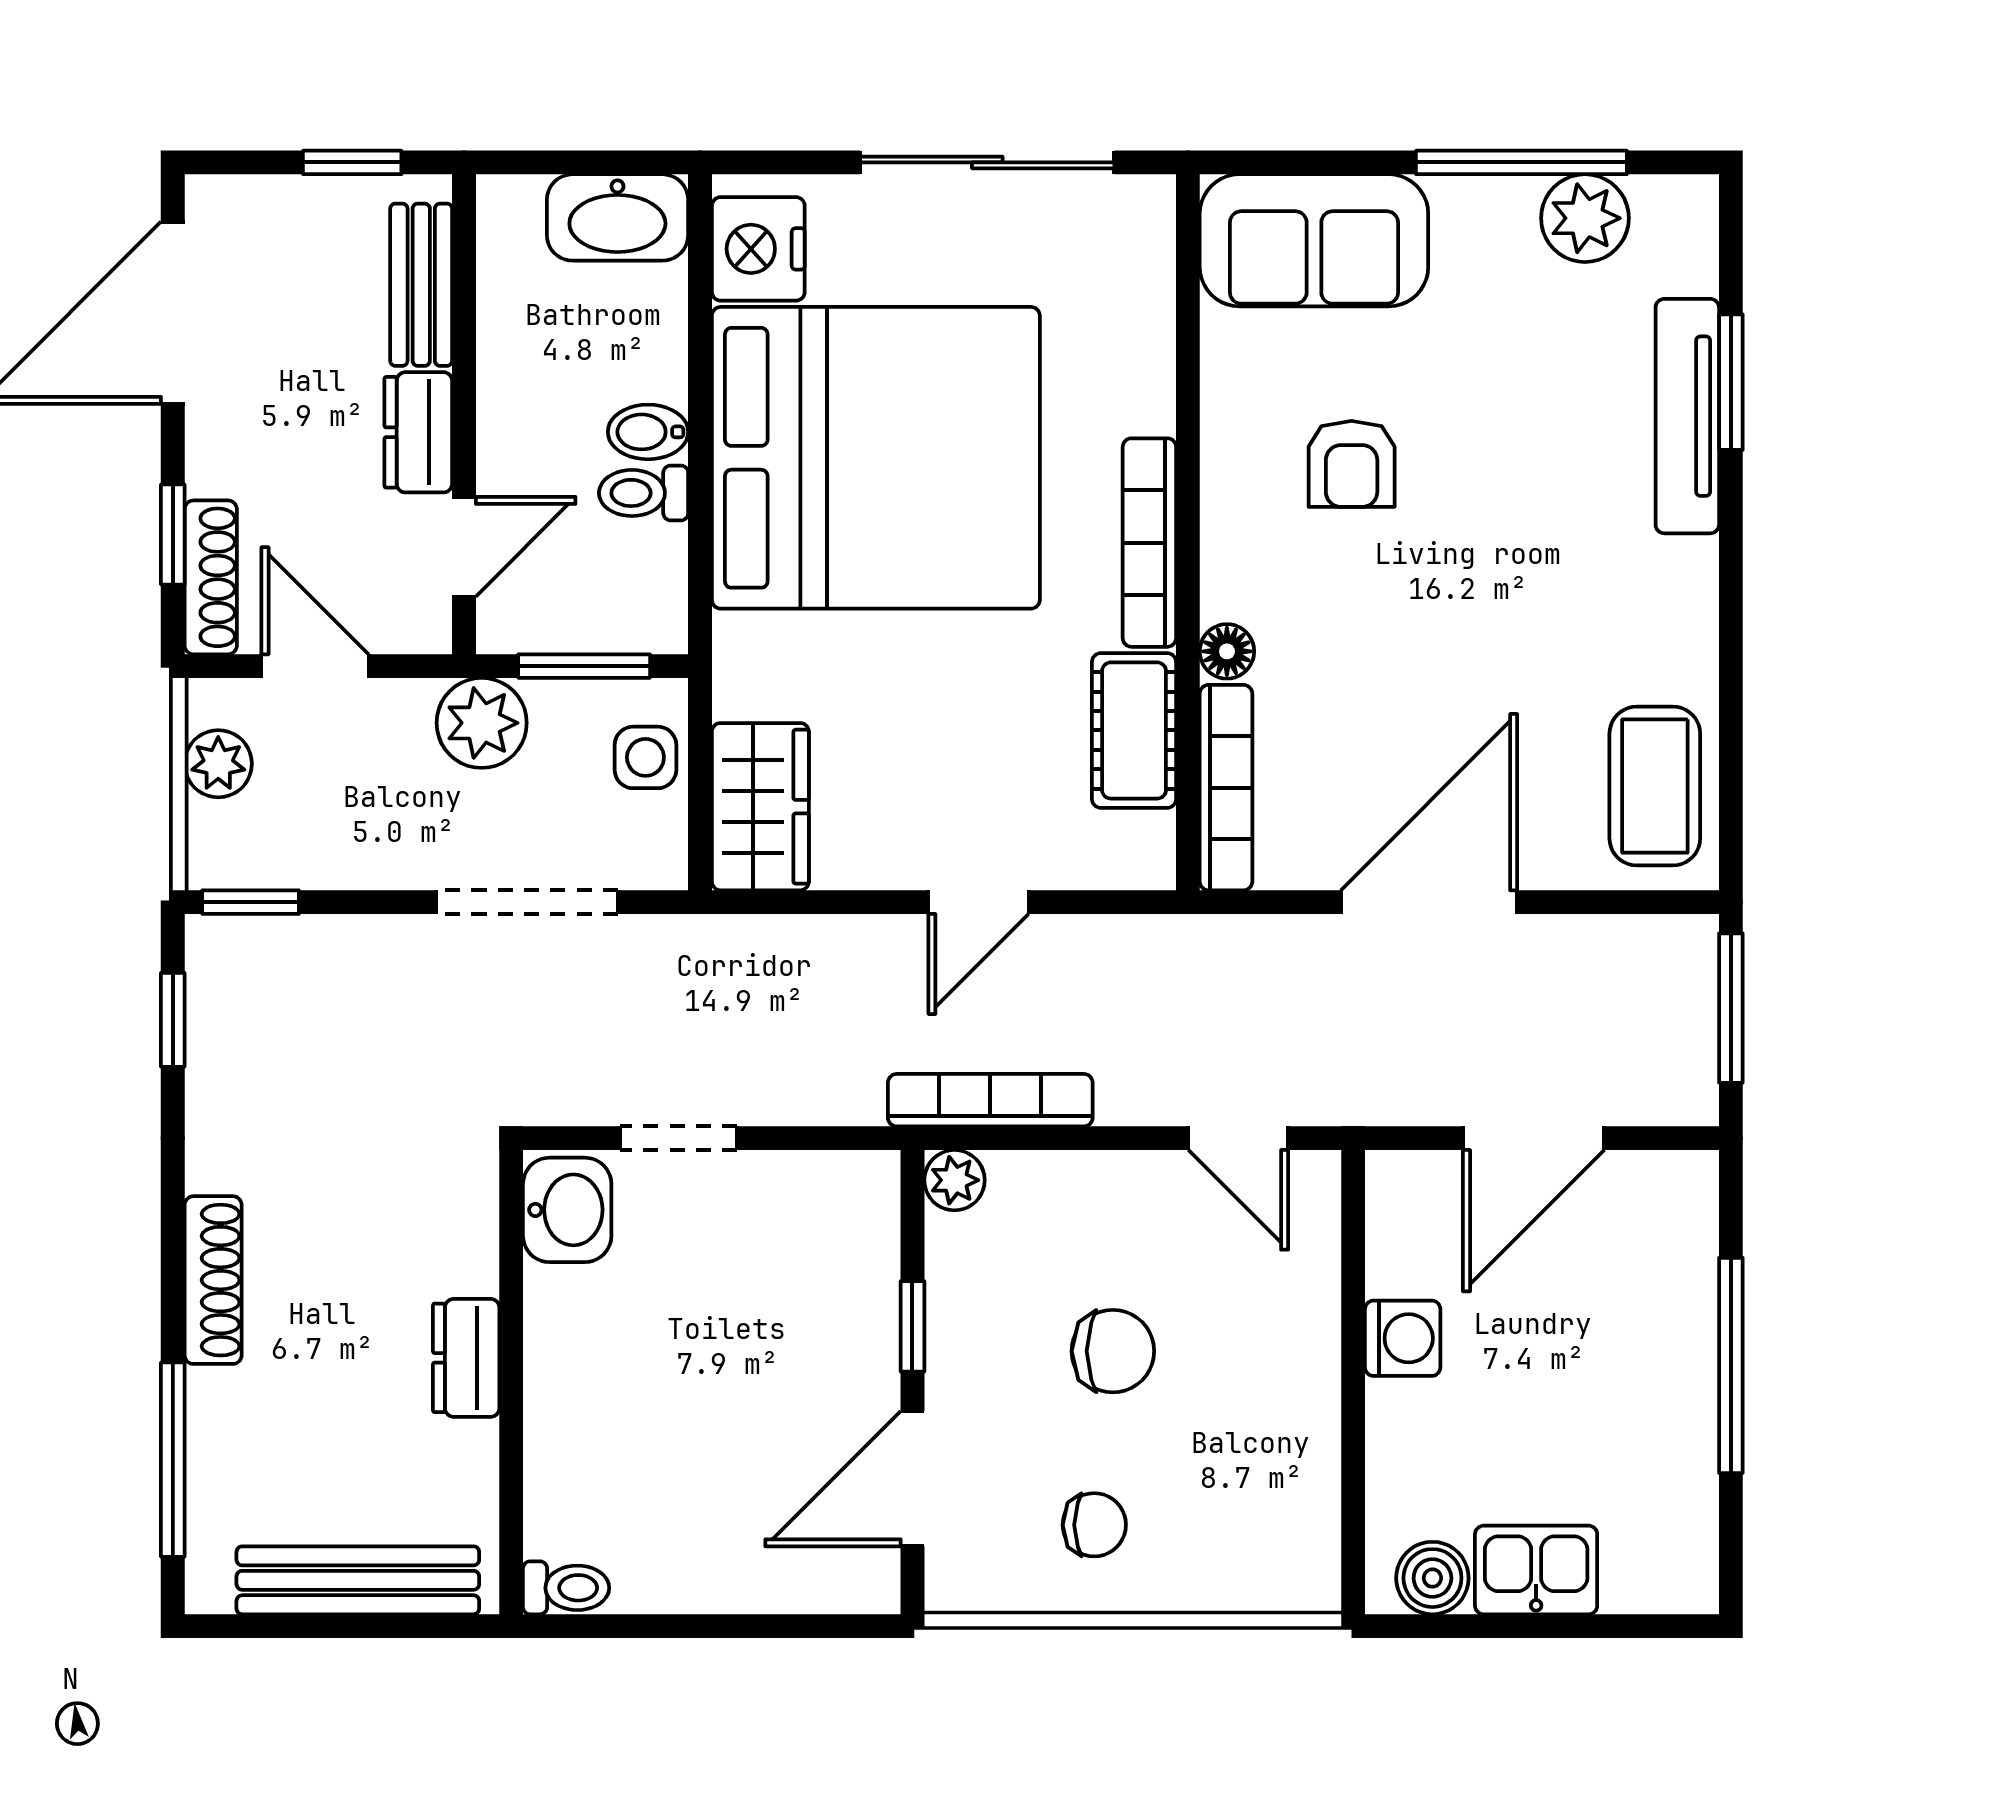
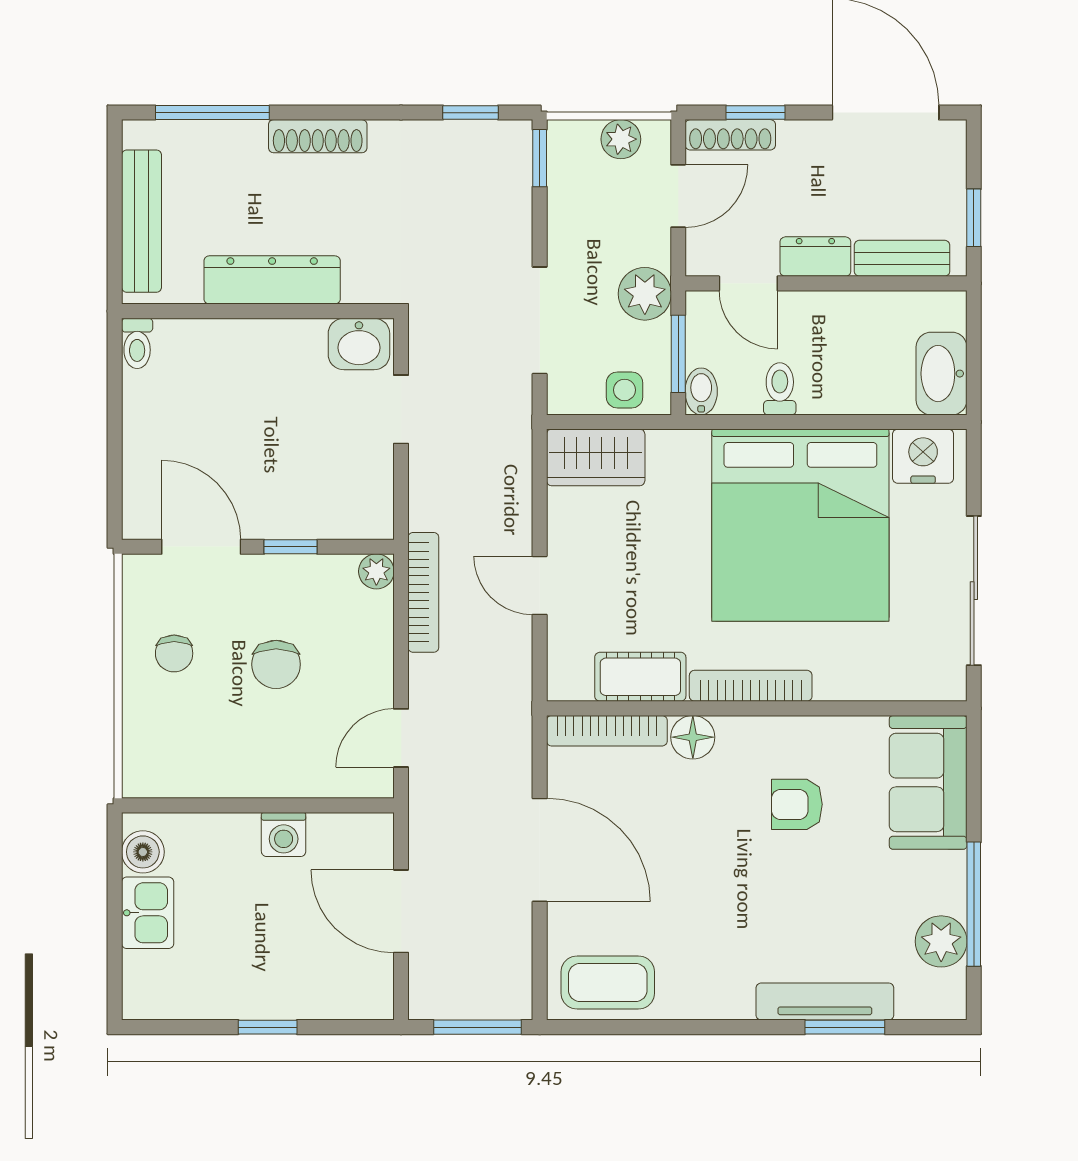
bidet: (648, 432) -> (701, 391), moved
floor lamp: (1227, 651) -> (693, 737), width x1.37, depth x1.37
dresser: (466, 1358) -> (272, 280), width x1.96, depth x1.24
window: (1731, 1365) -> (268, 1027), width x0.46

